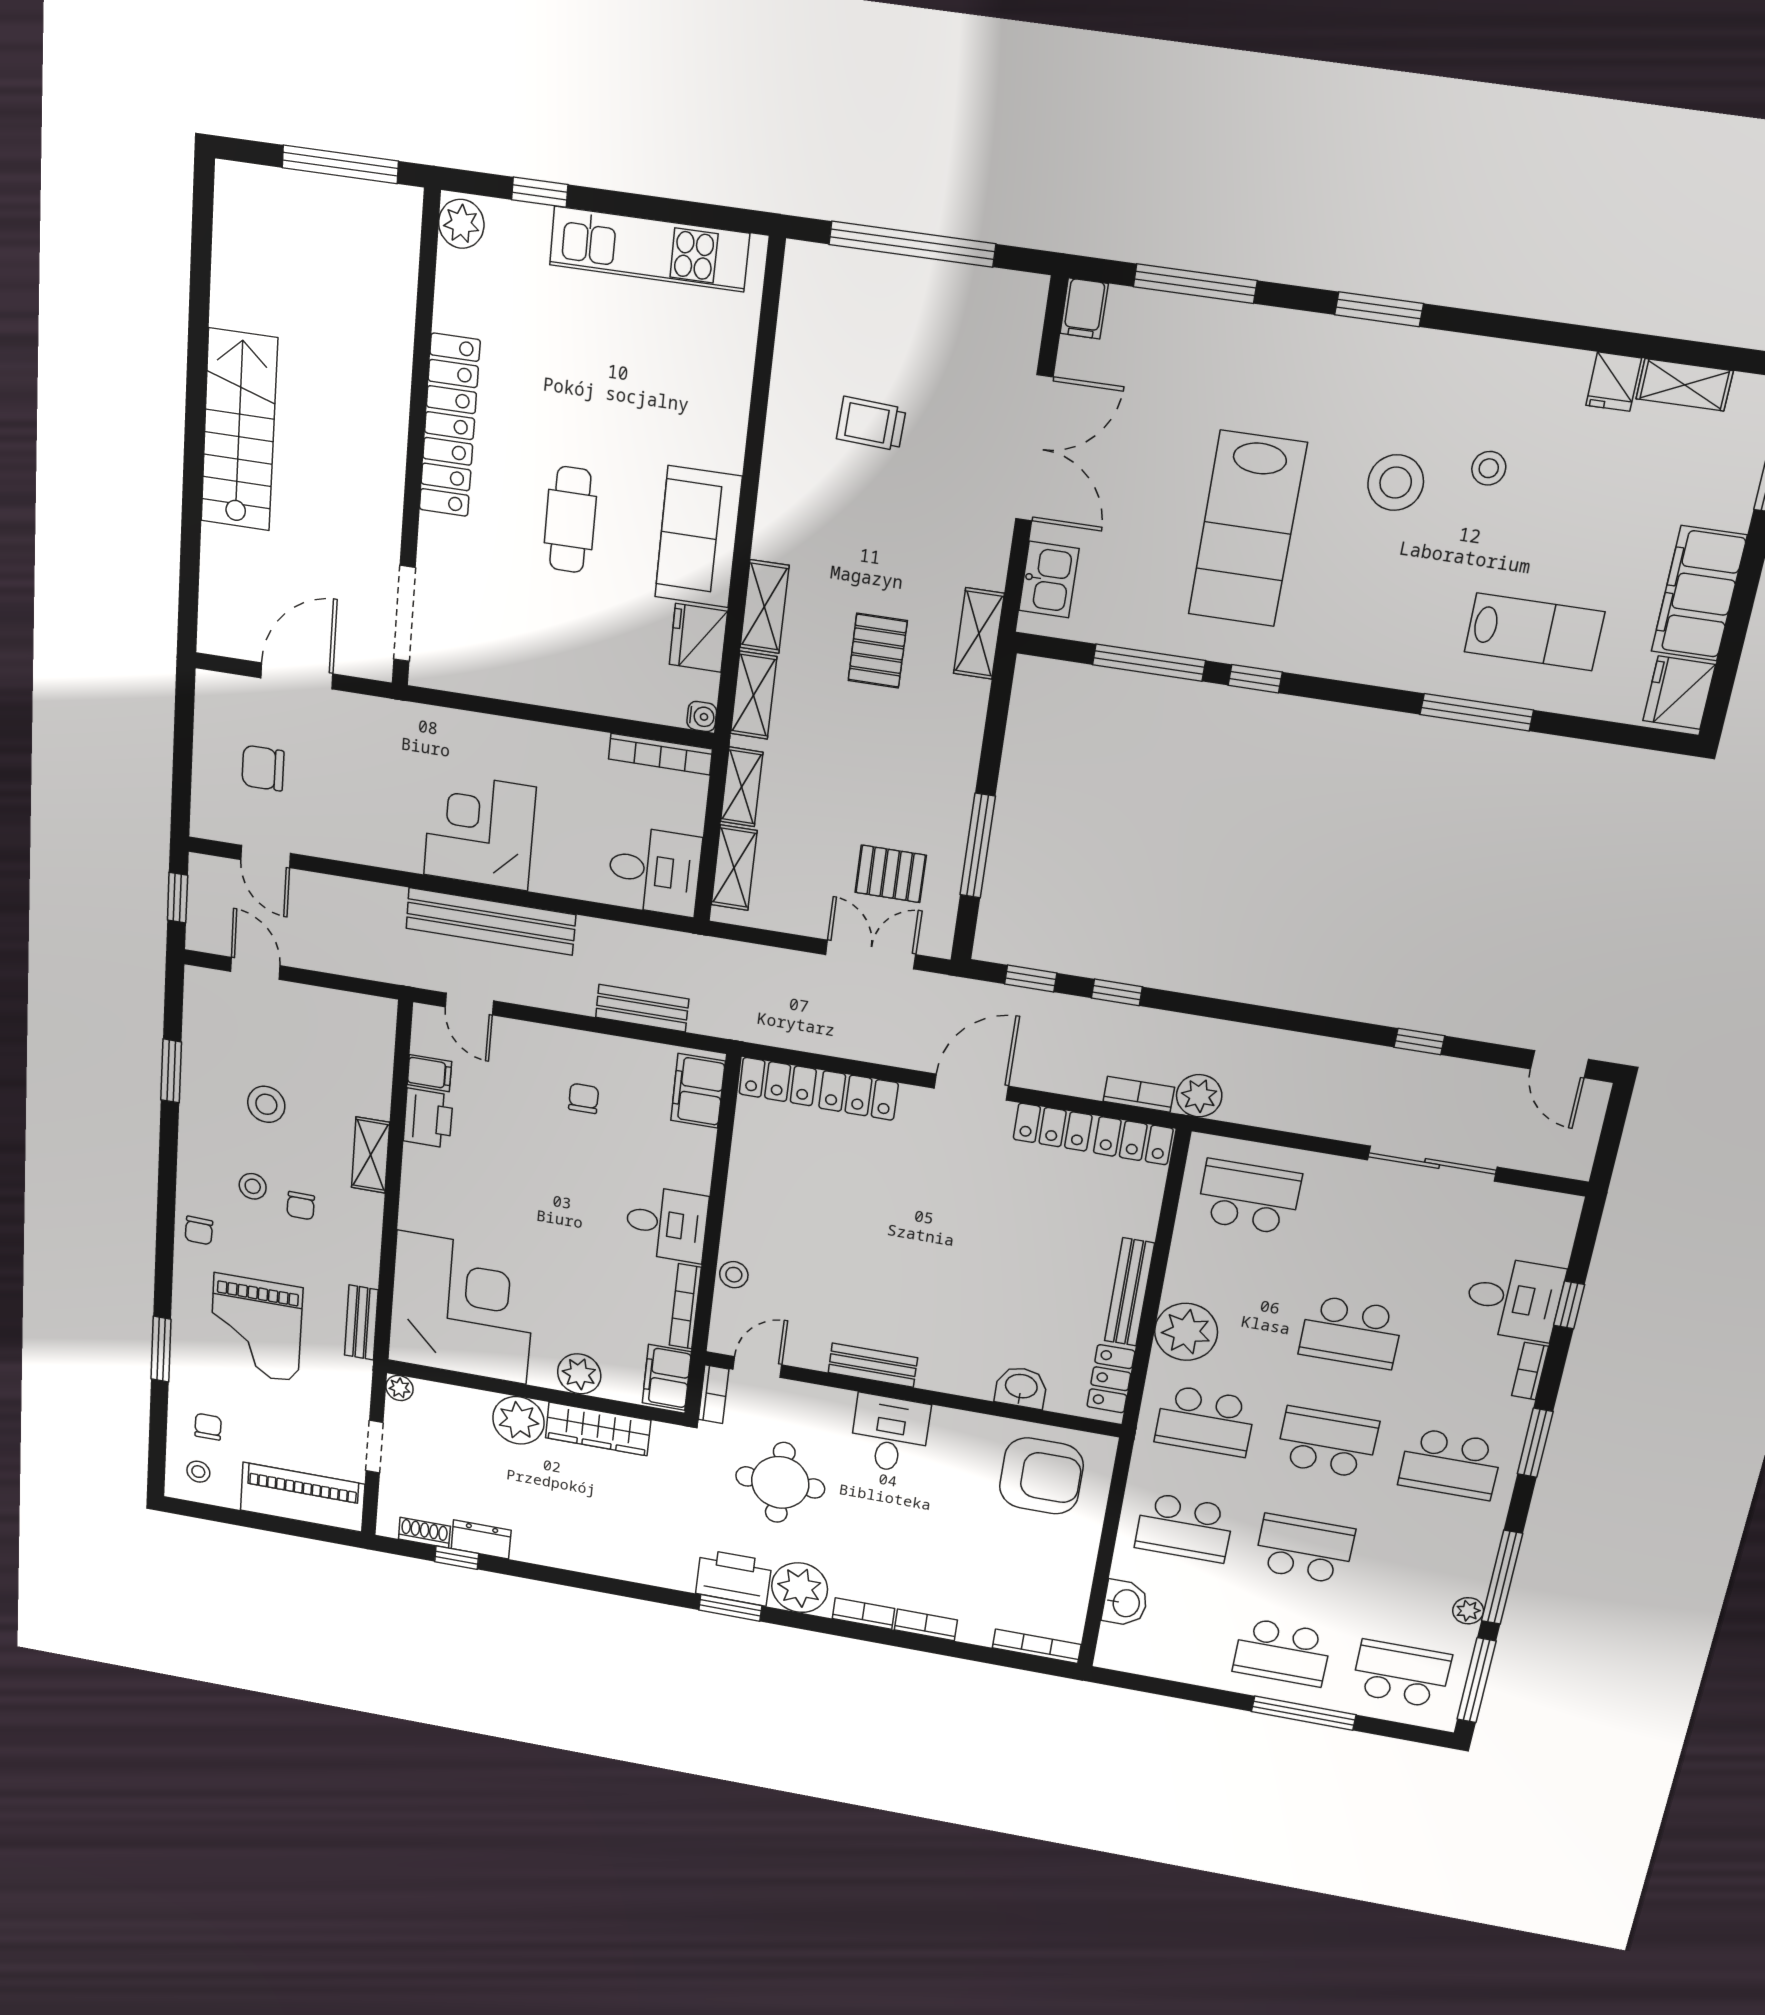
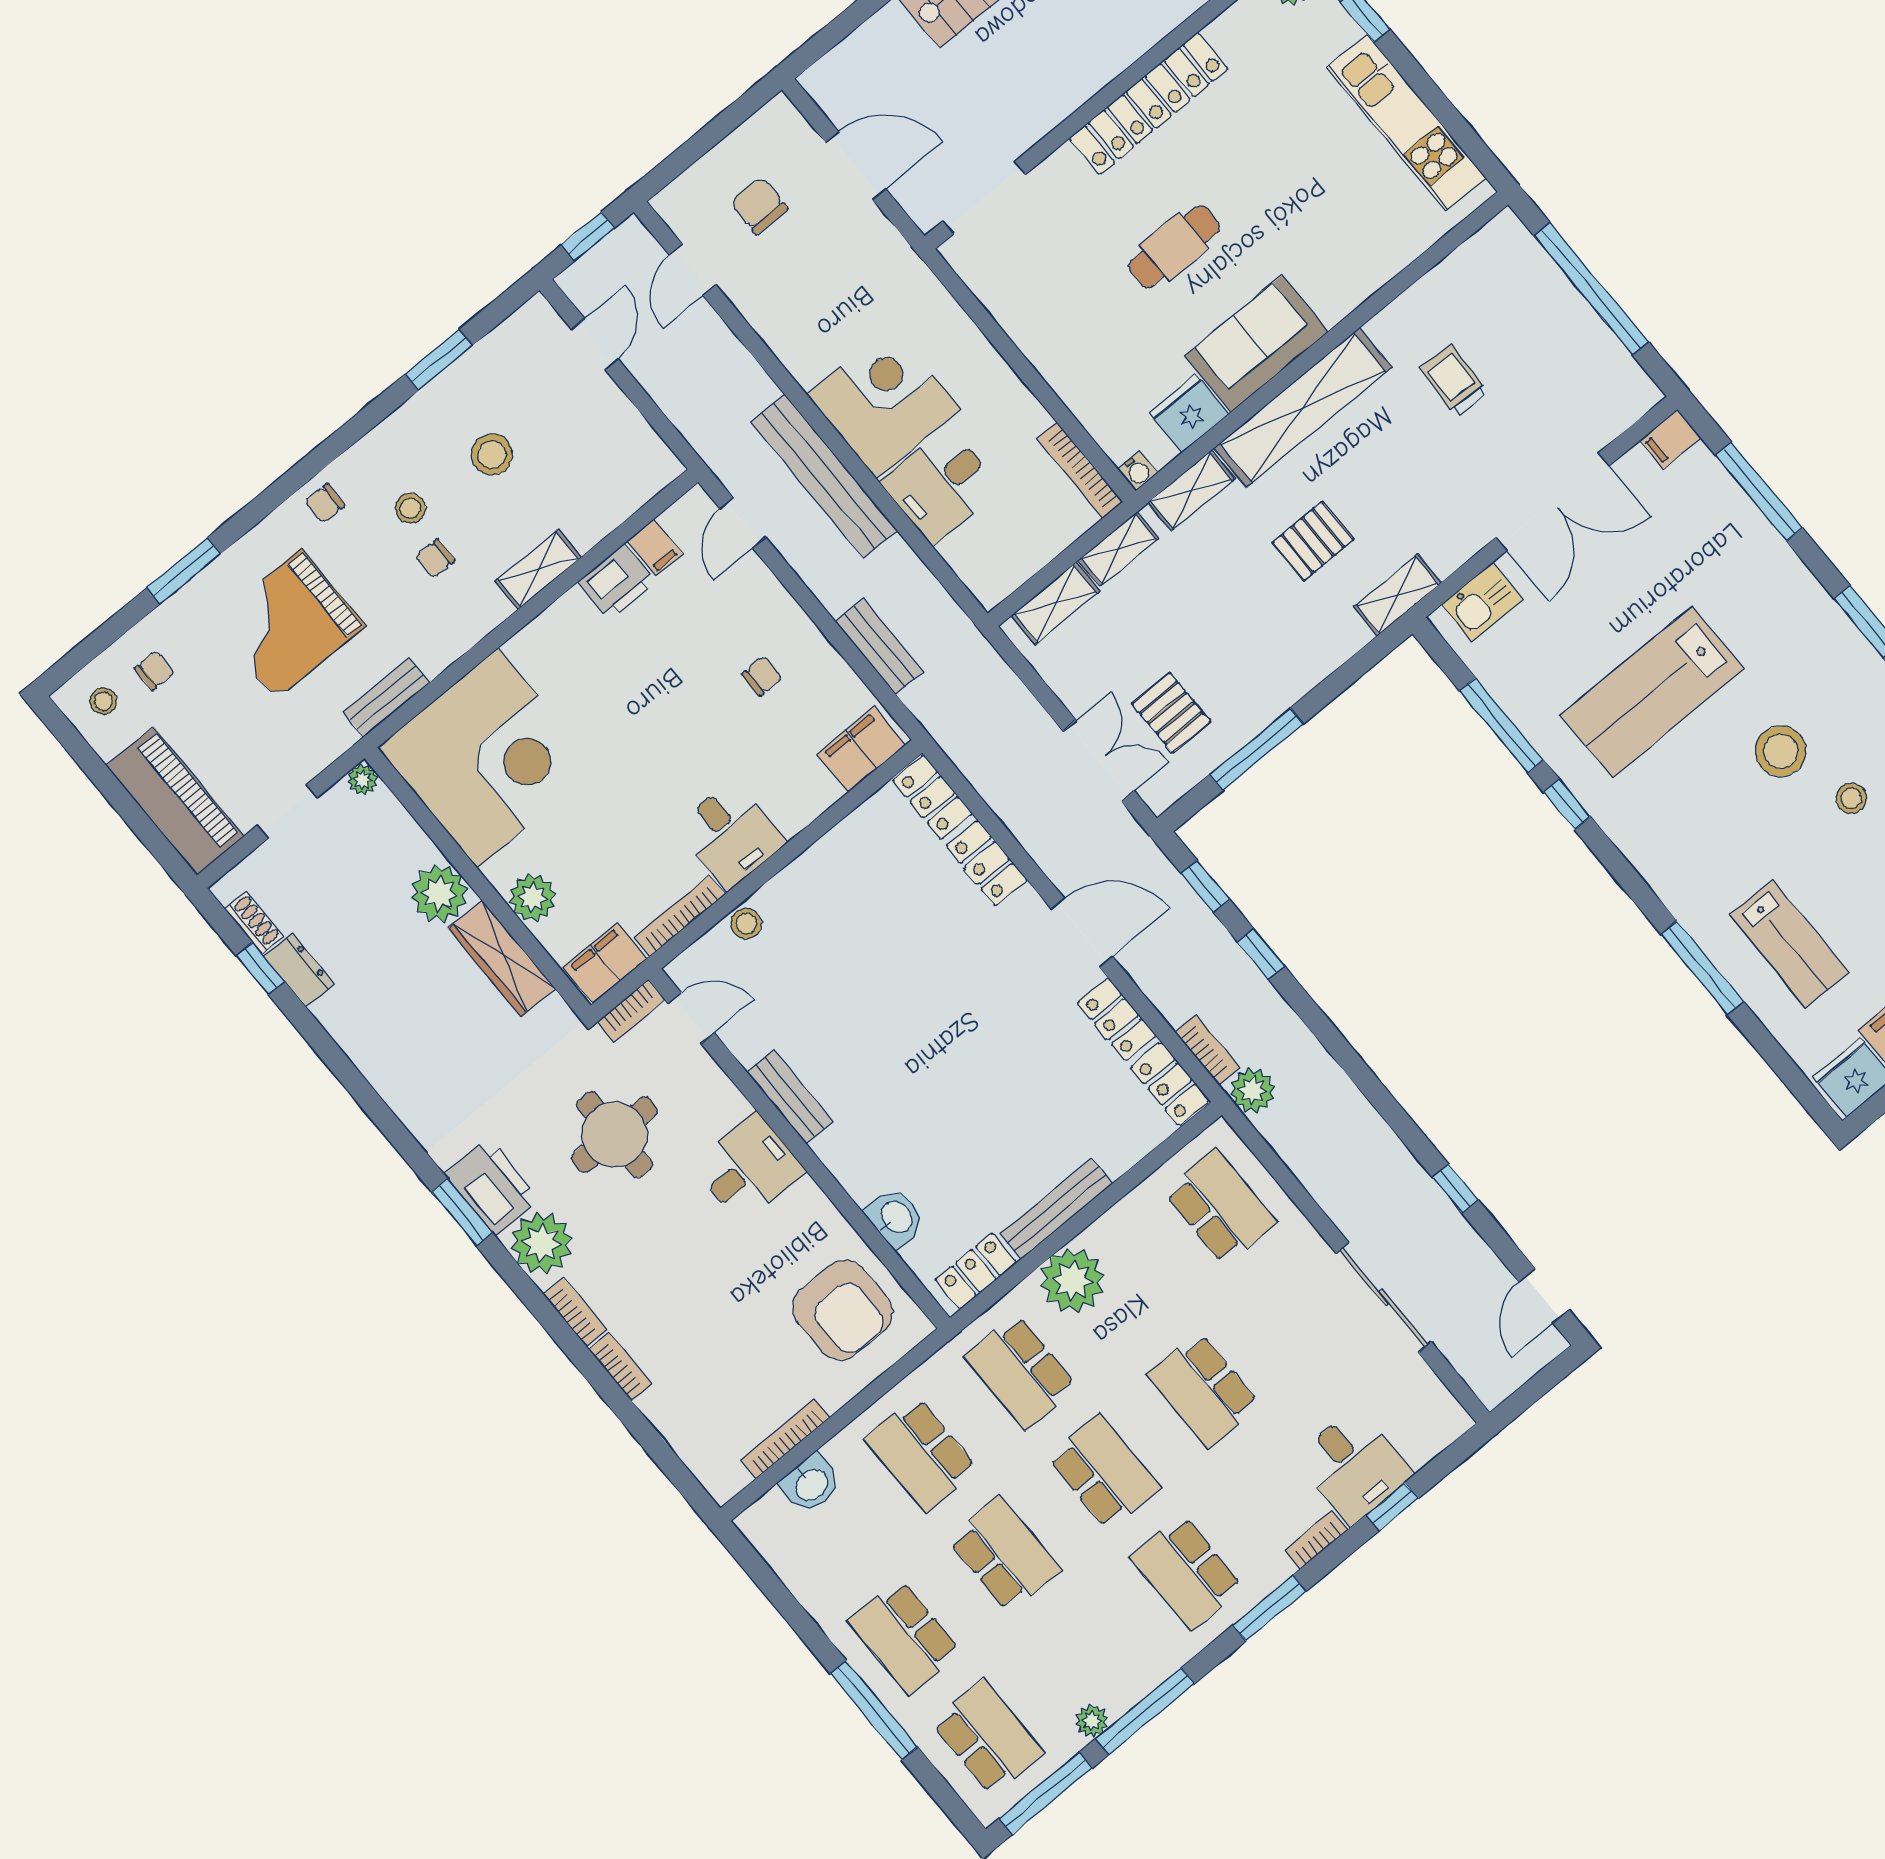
shelving: (764, 607) -> (1303, 408), width x2.20, depth x1.33
desk: (654, 871) -> (941, 485), moved, turned 90
bookcase: (1037, 1646) -> (785, 1439), moved, turned -90

